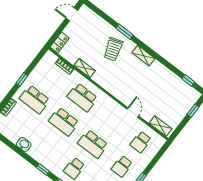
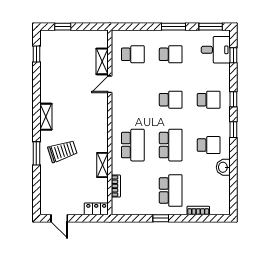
shelving: (161, 126) -> (102, 61), moved
school desk: (93, 144) -> (171, 100), width x0.54
school desk: (45, 146) -> (209, 145), added

